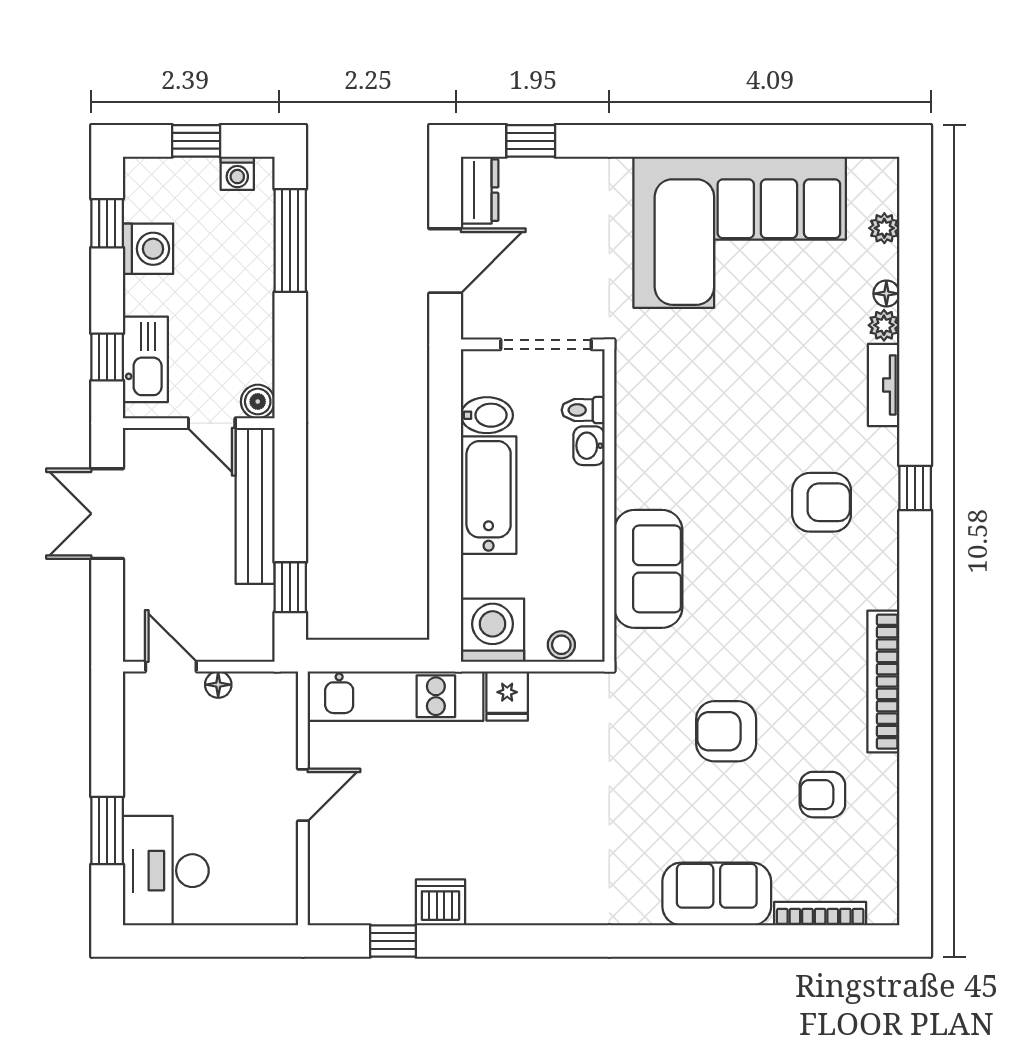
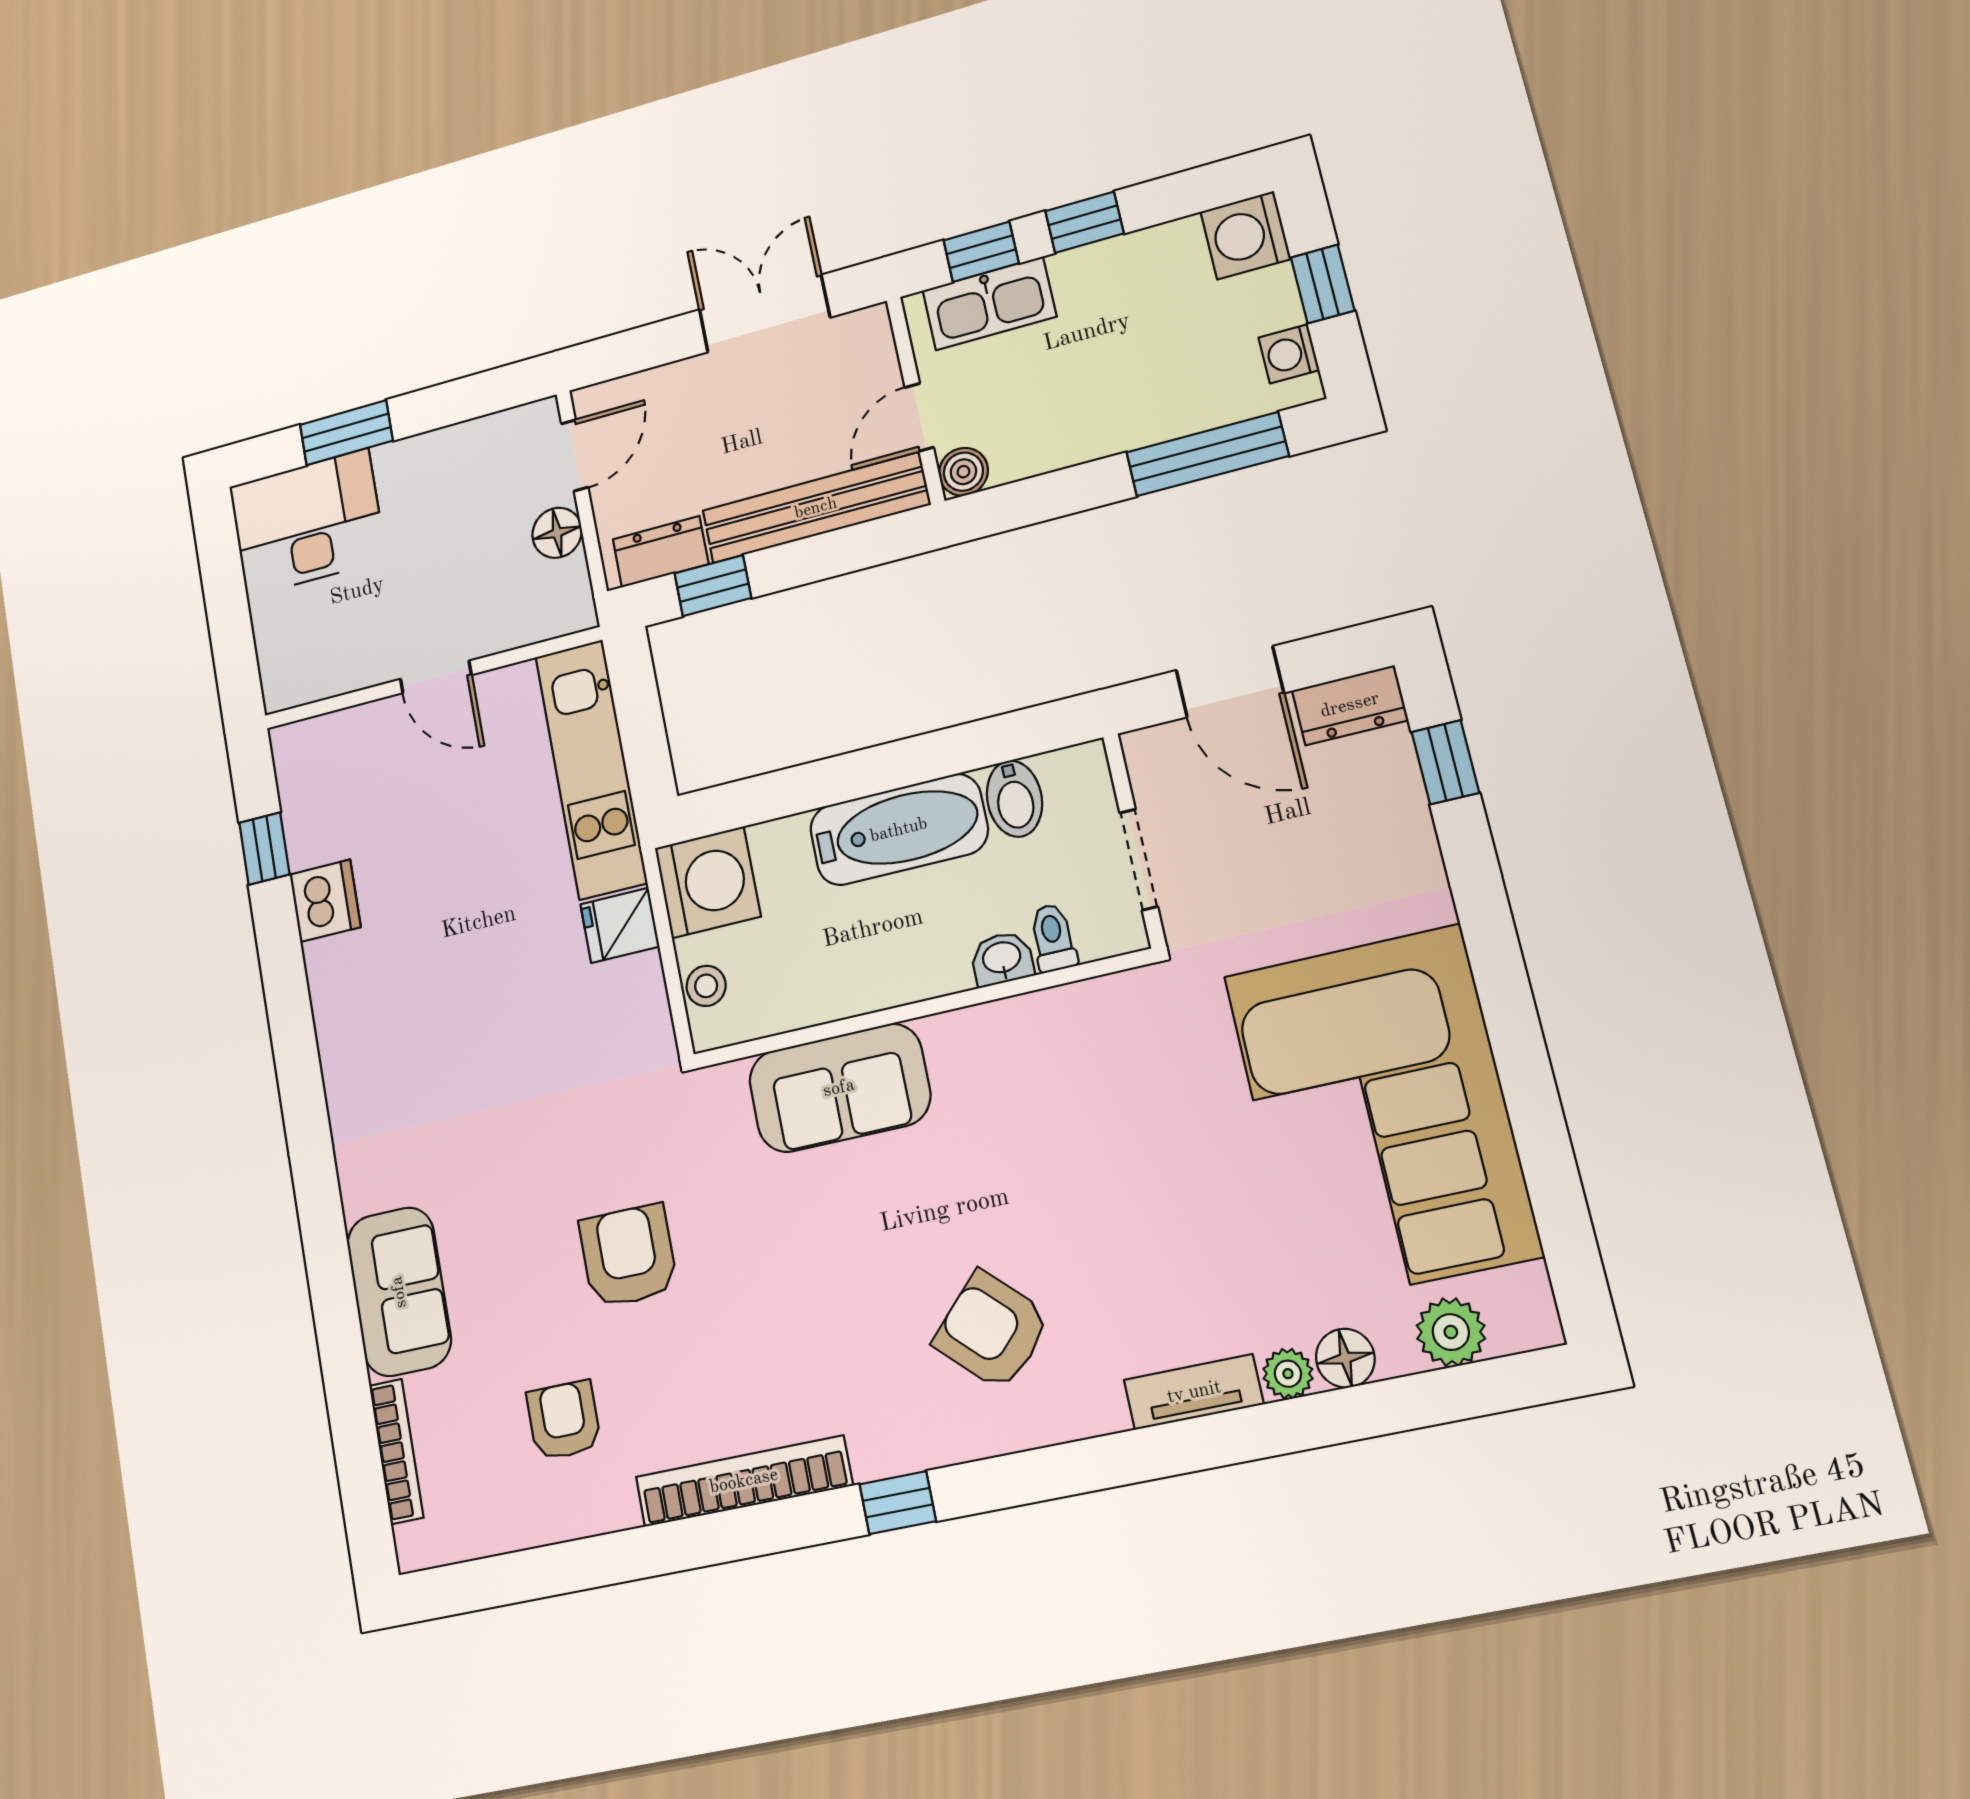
window: (107, 223) -> (1084, 222), moved
plant: (884, 228) -> (1451, 1332), width x1.38, depth x1.38
washing machine: (148, 249) -> (1246, 235), moved, turned 90
floor lamp: (886, 294) -> (1345, 1358), width x1.37, depth x1.37
doorway: (546, 344) -> (1139, 860), width x0.73
window: (915, 488) -> (898, 1503), moved
armchair: (822, 502) -> (992, 1331), turned 134
dresser: (257, 619) -> (661, 552), added
floor lamp: (218, 685) -> (557, 533), width x1.37, depth x1.37

